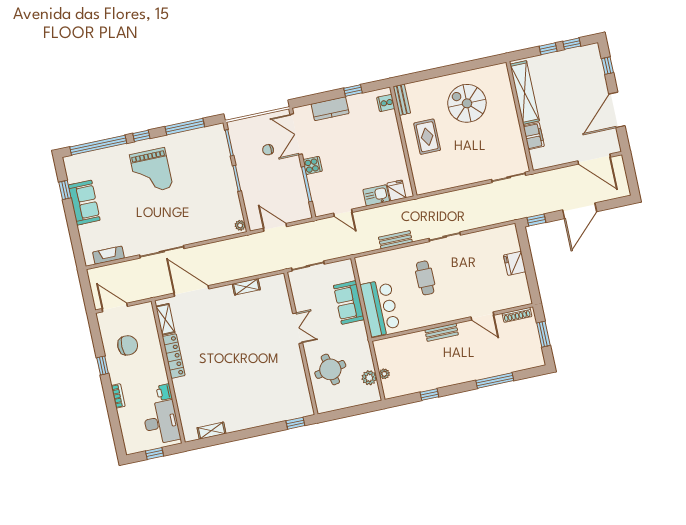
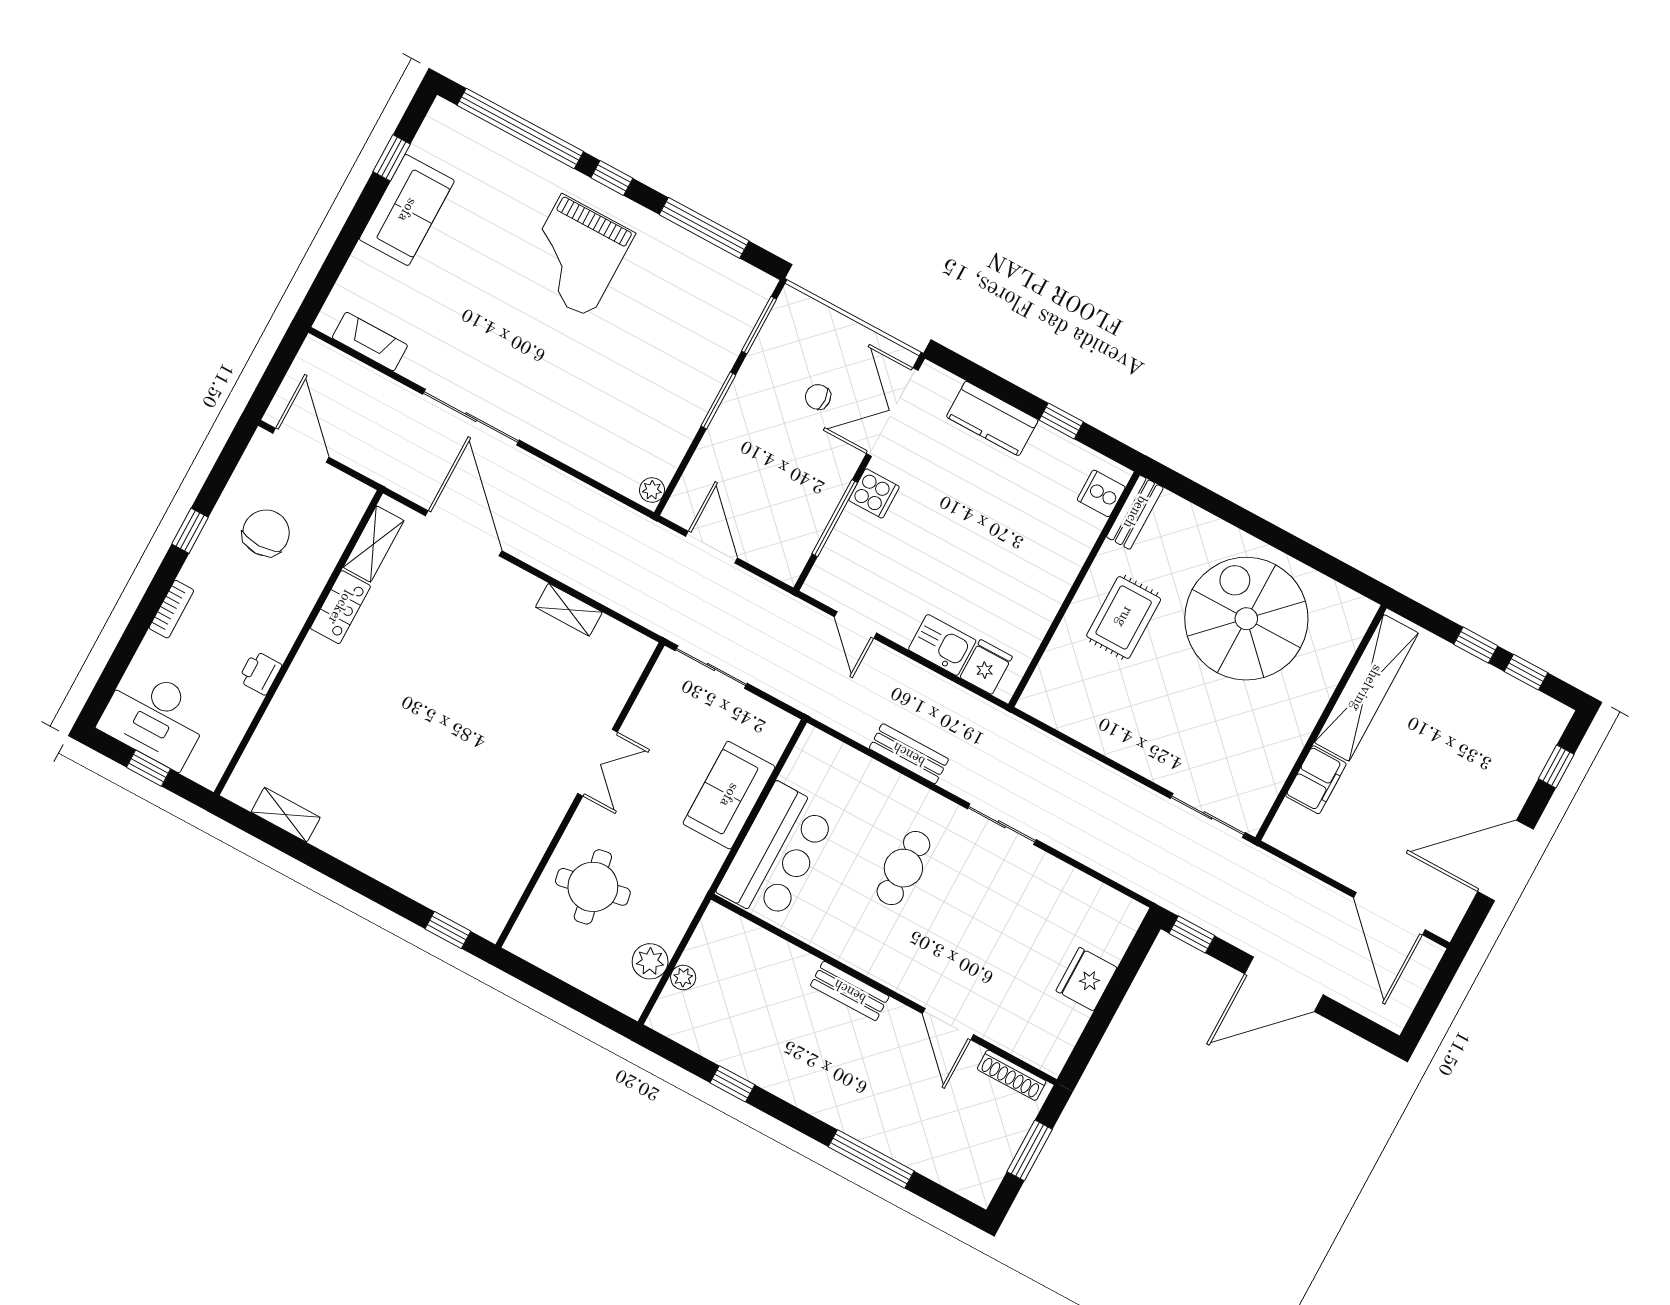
spiral stairs: (467, 103) -> (1246, 619), width x1.37, depth x1.37
chair: (128, 345) -> (266, 533), turned -90
locker: (174, 356) -> (340, 607), width x0.66
desk: (161, 422) -> (155, 717), moved, turned 90

